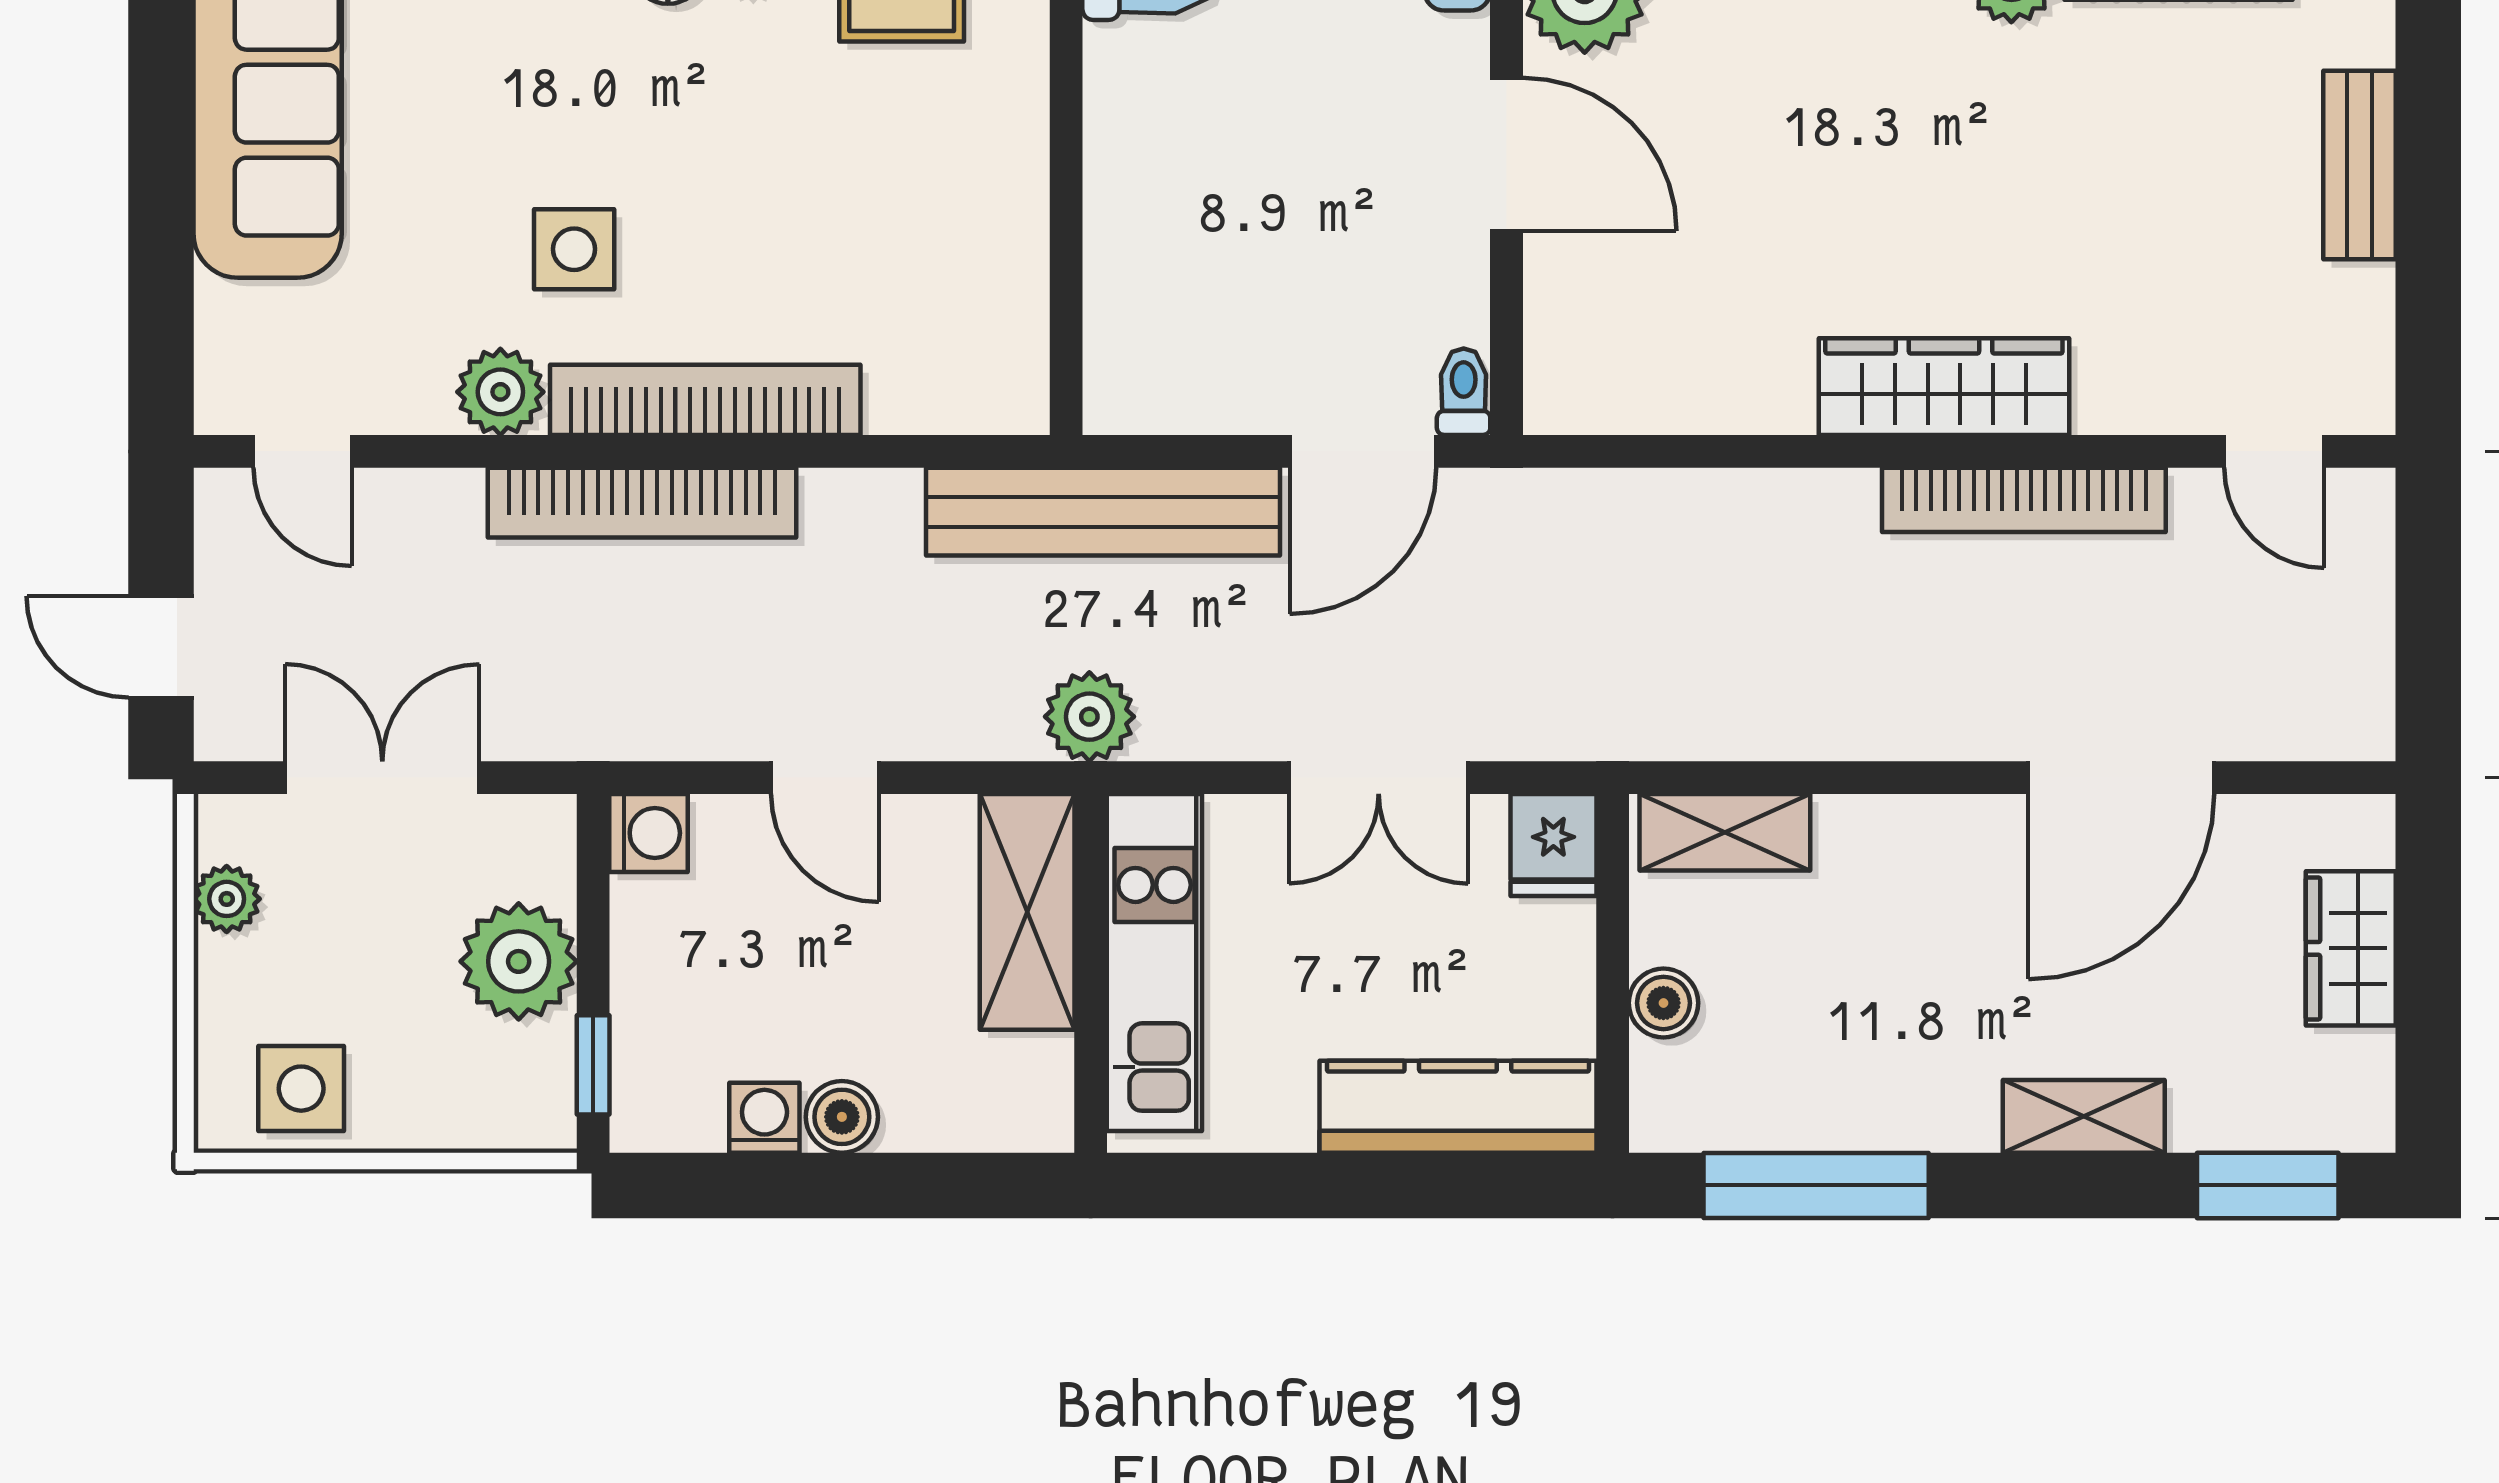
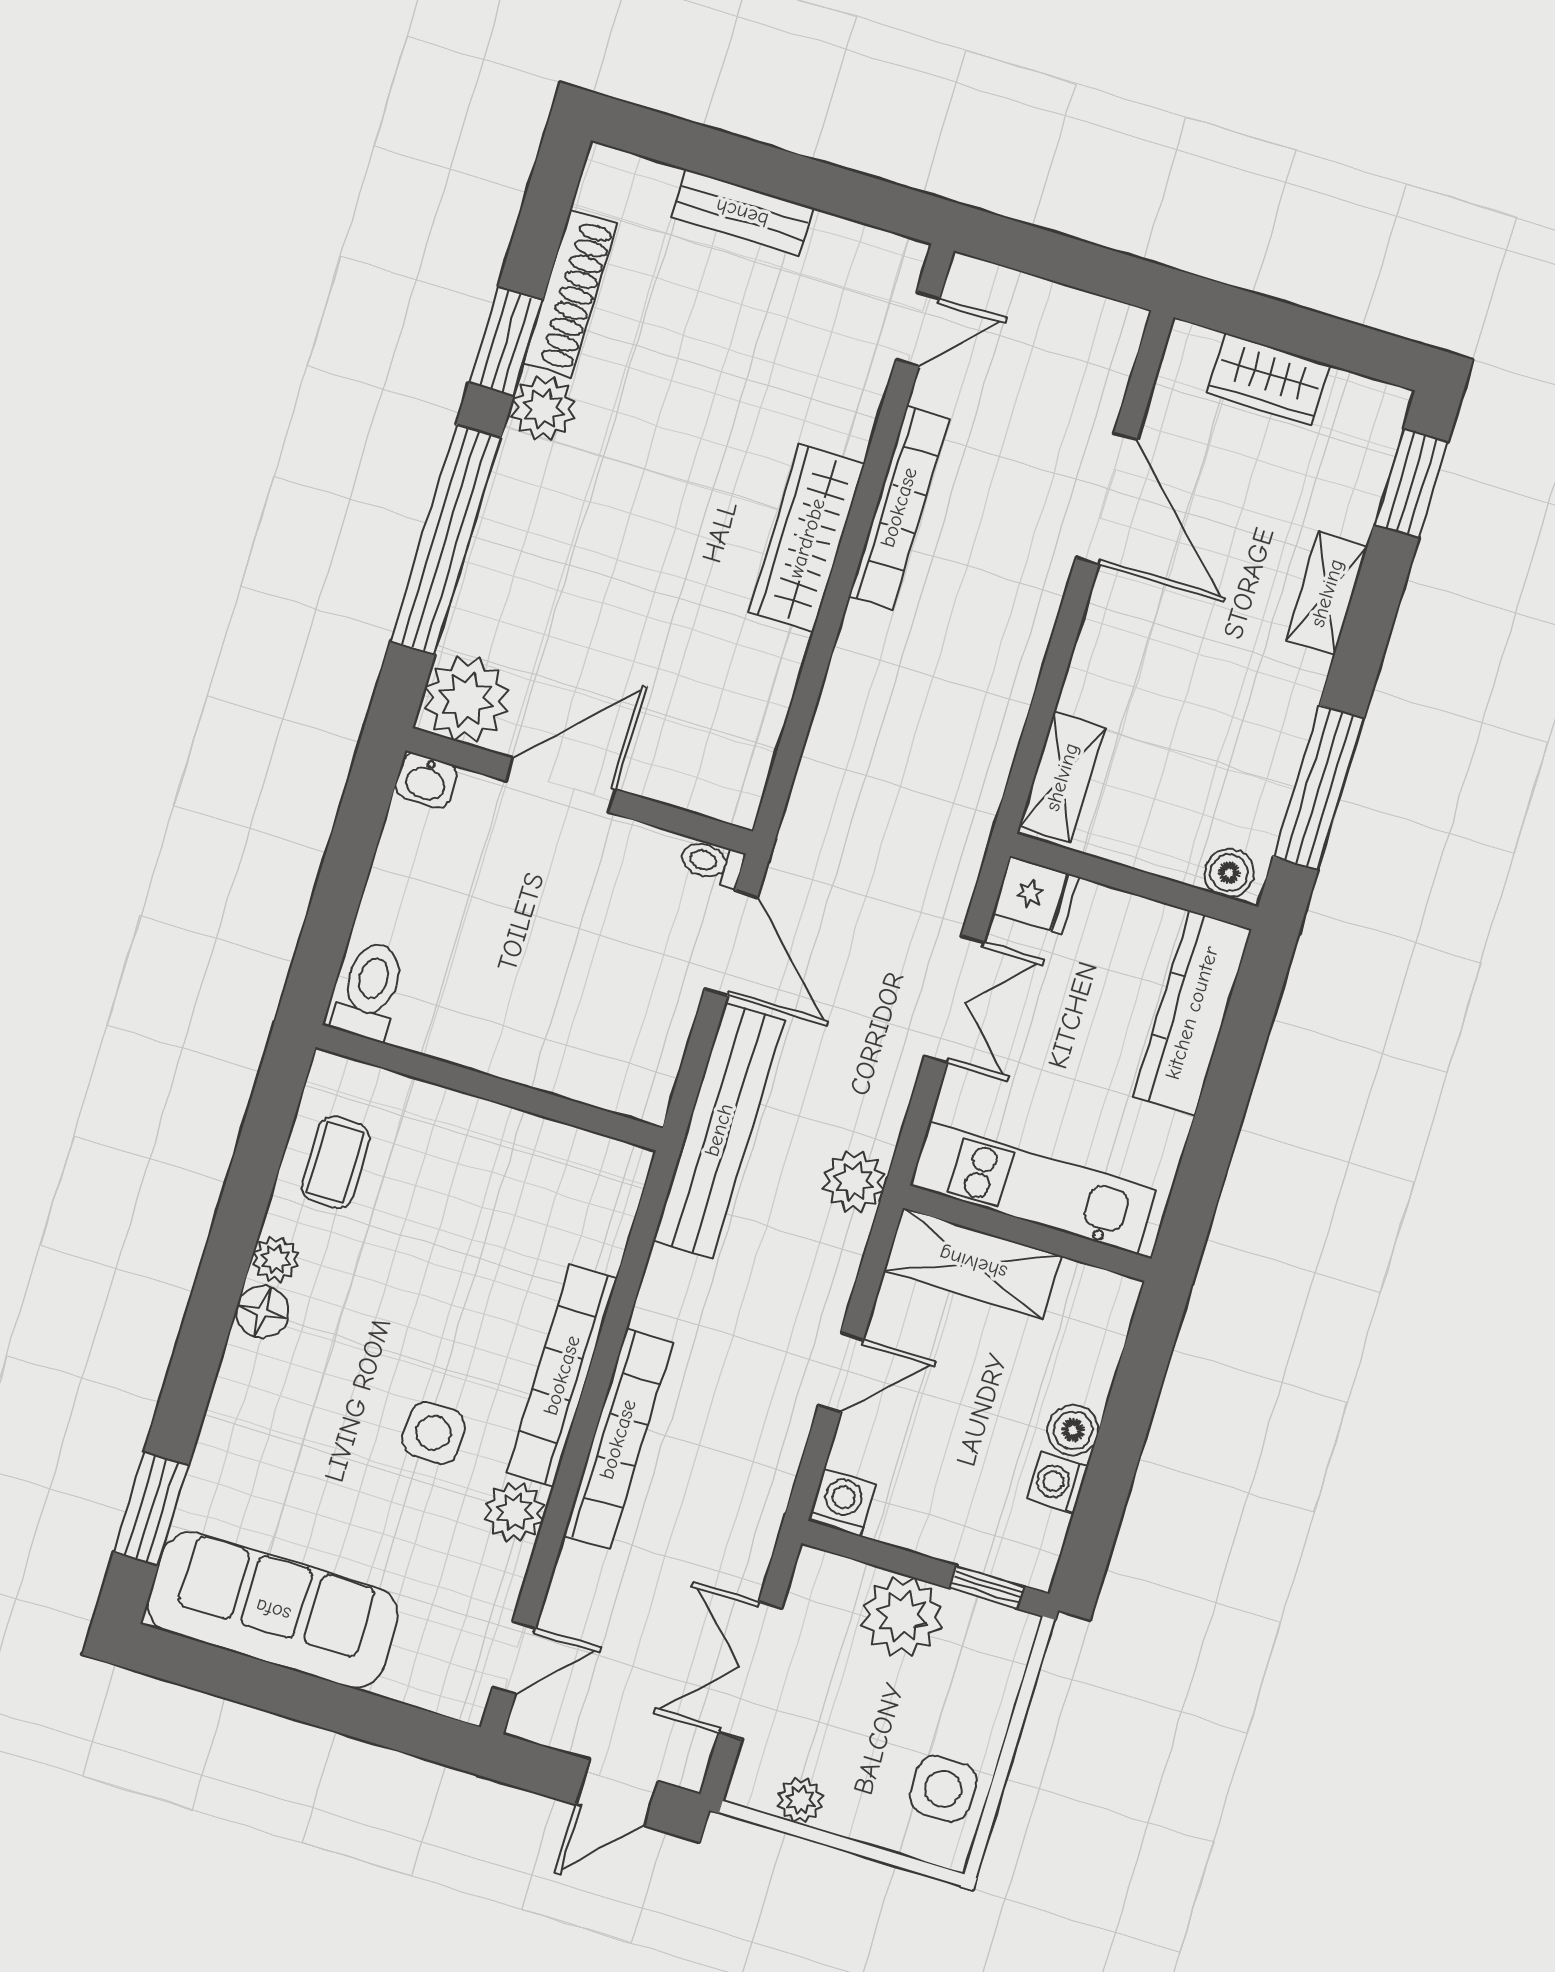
boiler: (1663, 1003) -> (1229, 873), moved

